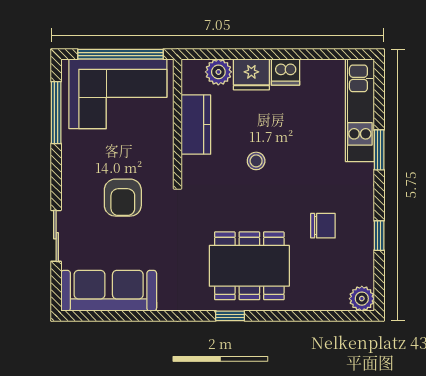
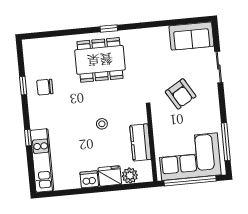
window: (379, 150) -> (28, 138), width x0.67
armchair: (123, 198) -> (181, 94), turned 149
chair: (323, 226) -> (45, 87), moved
sofa: (109, 291) -> (191, 36), width x0.73
plant: (362, 299) -> (30, 47), removed

